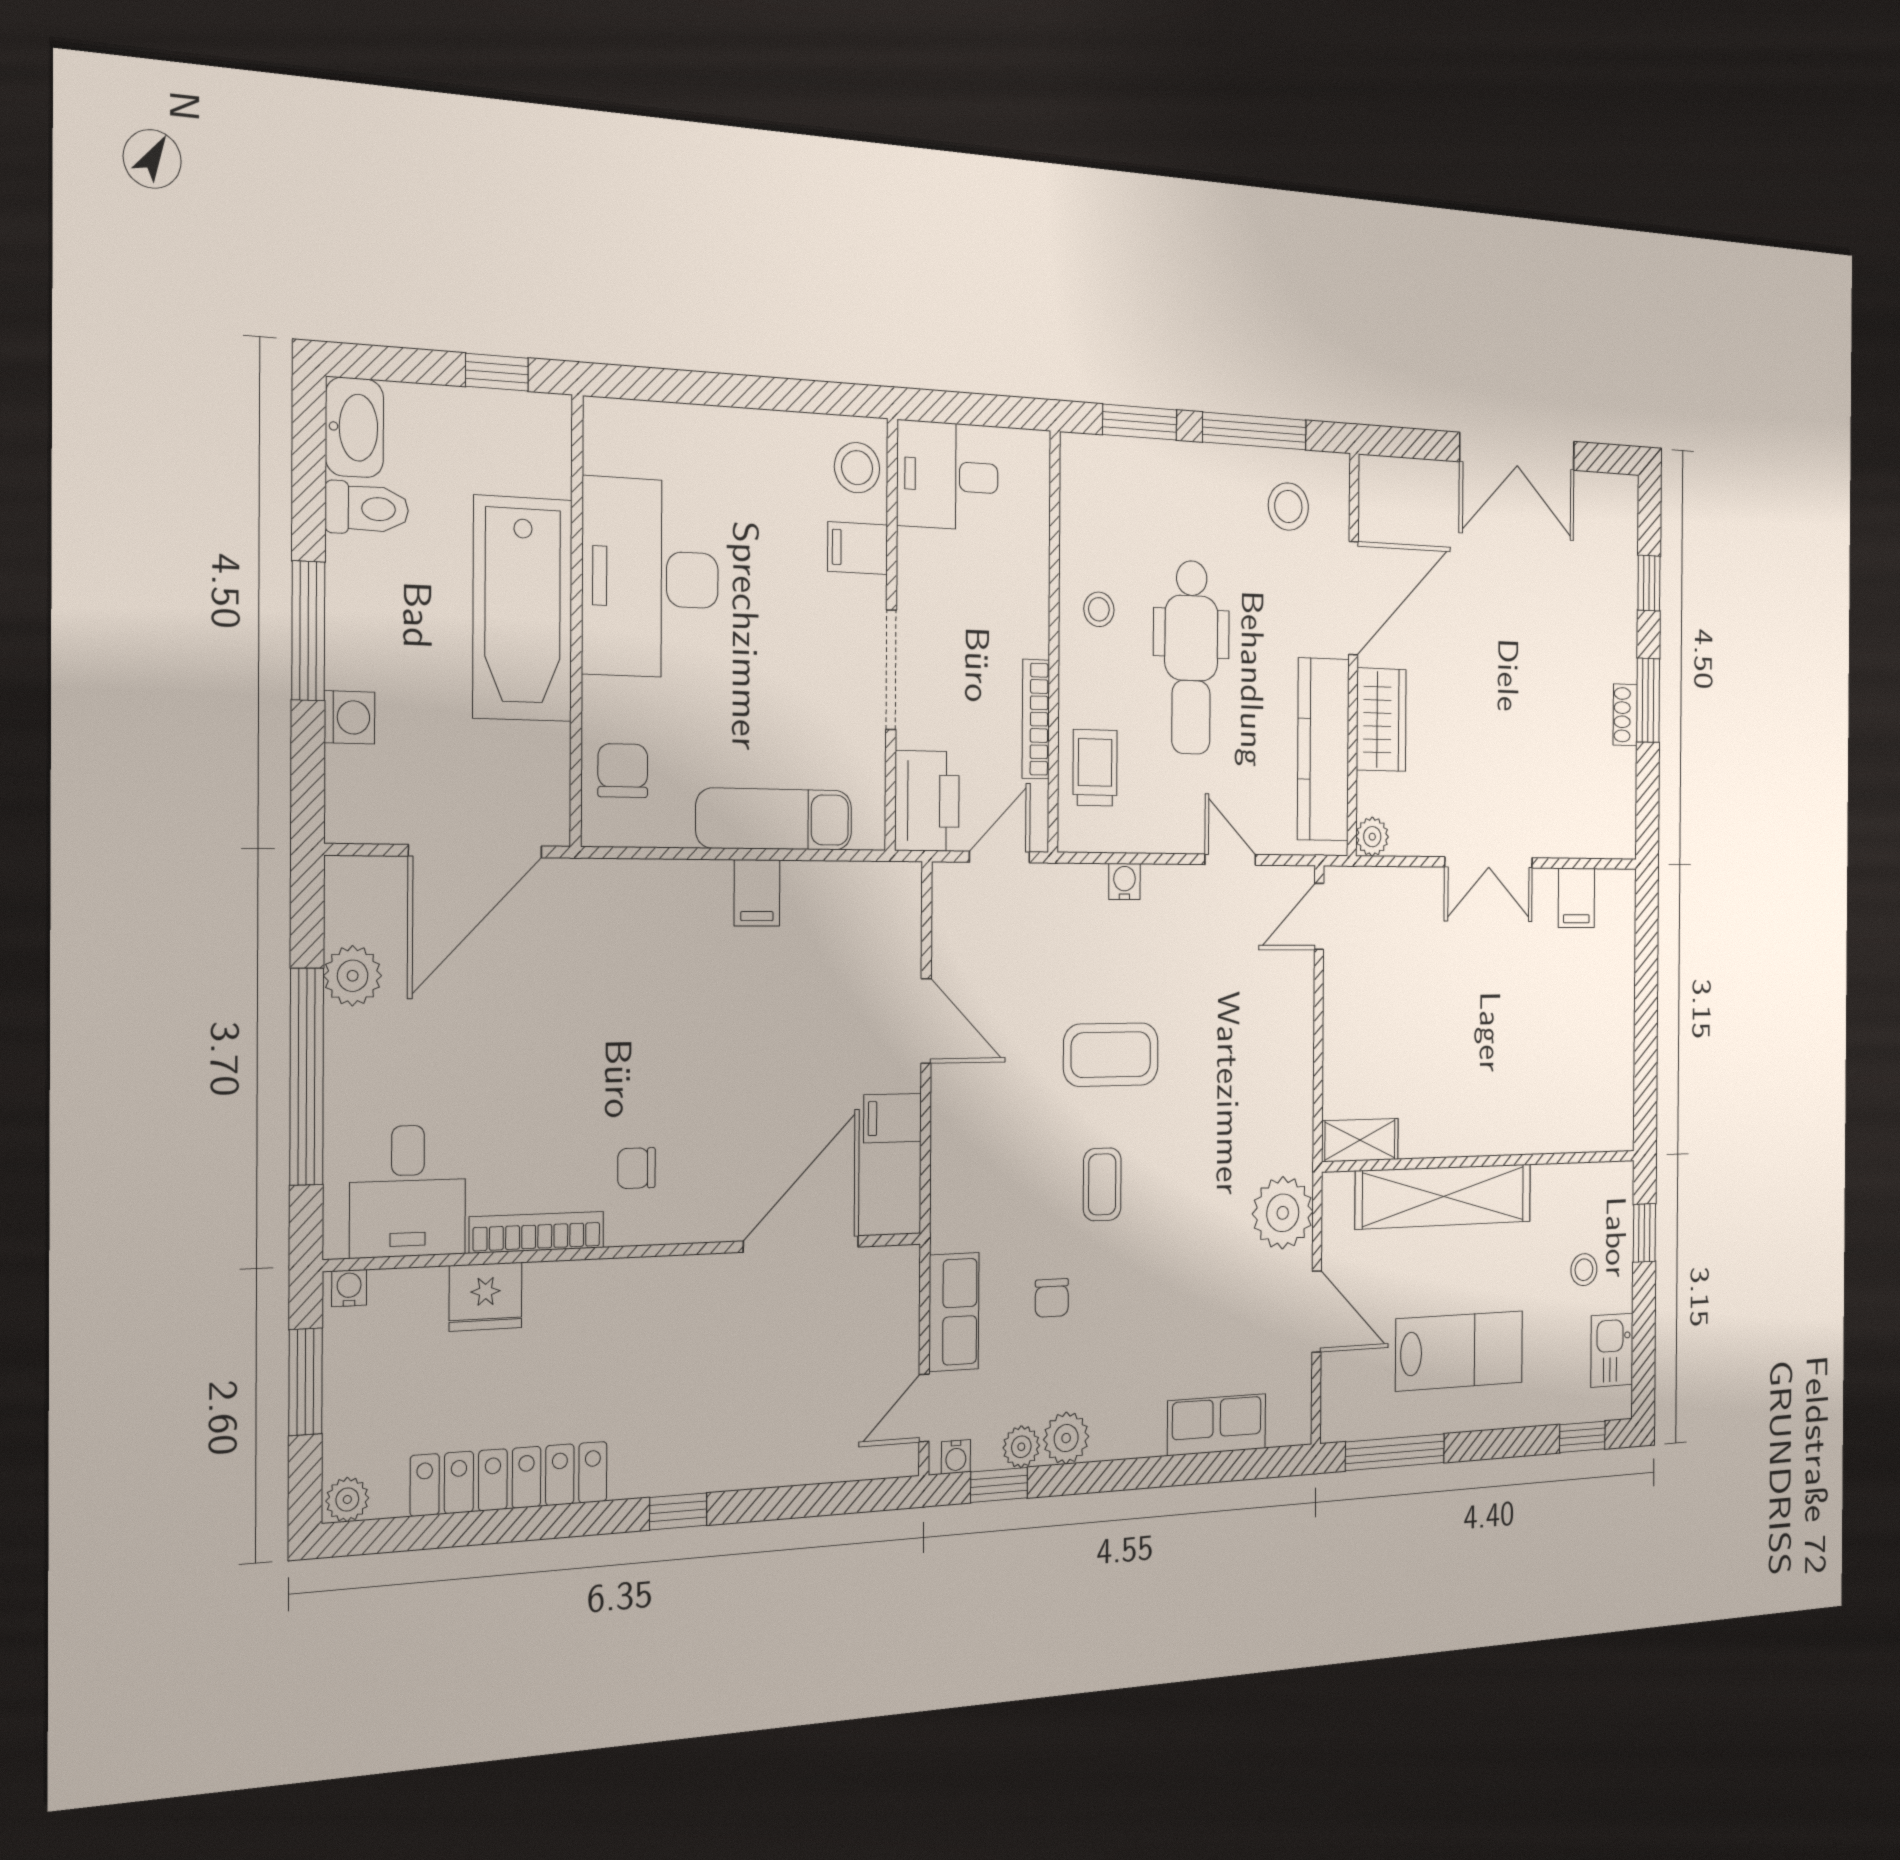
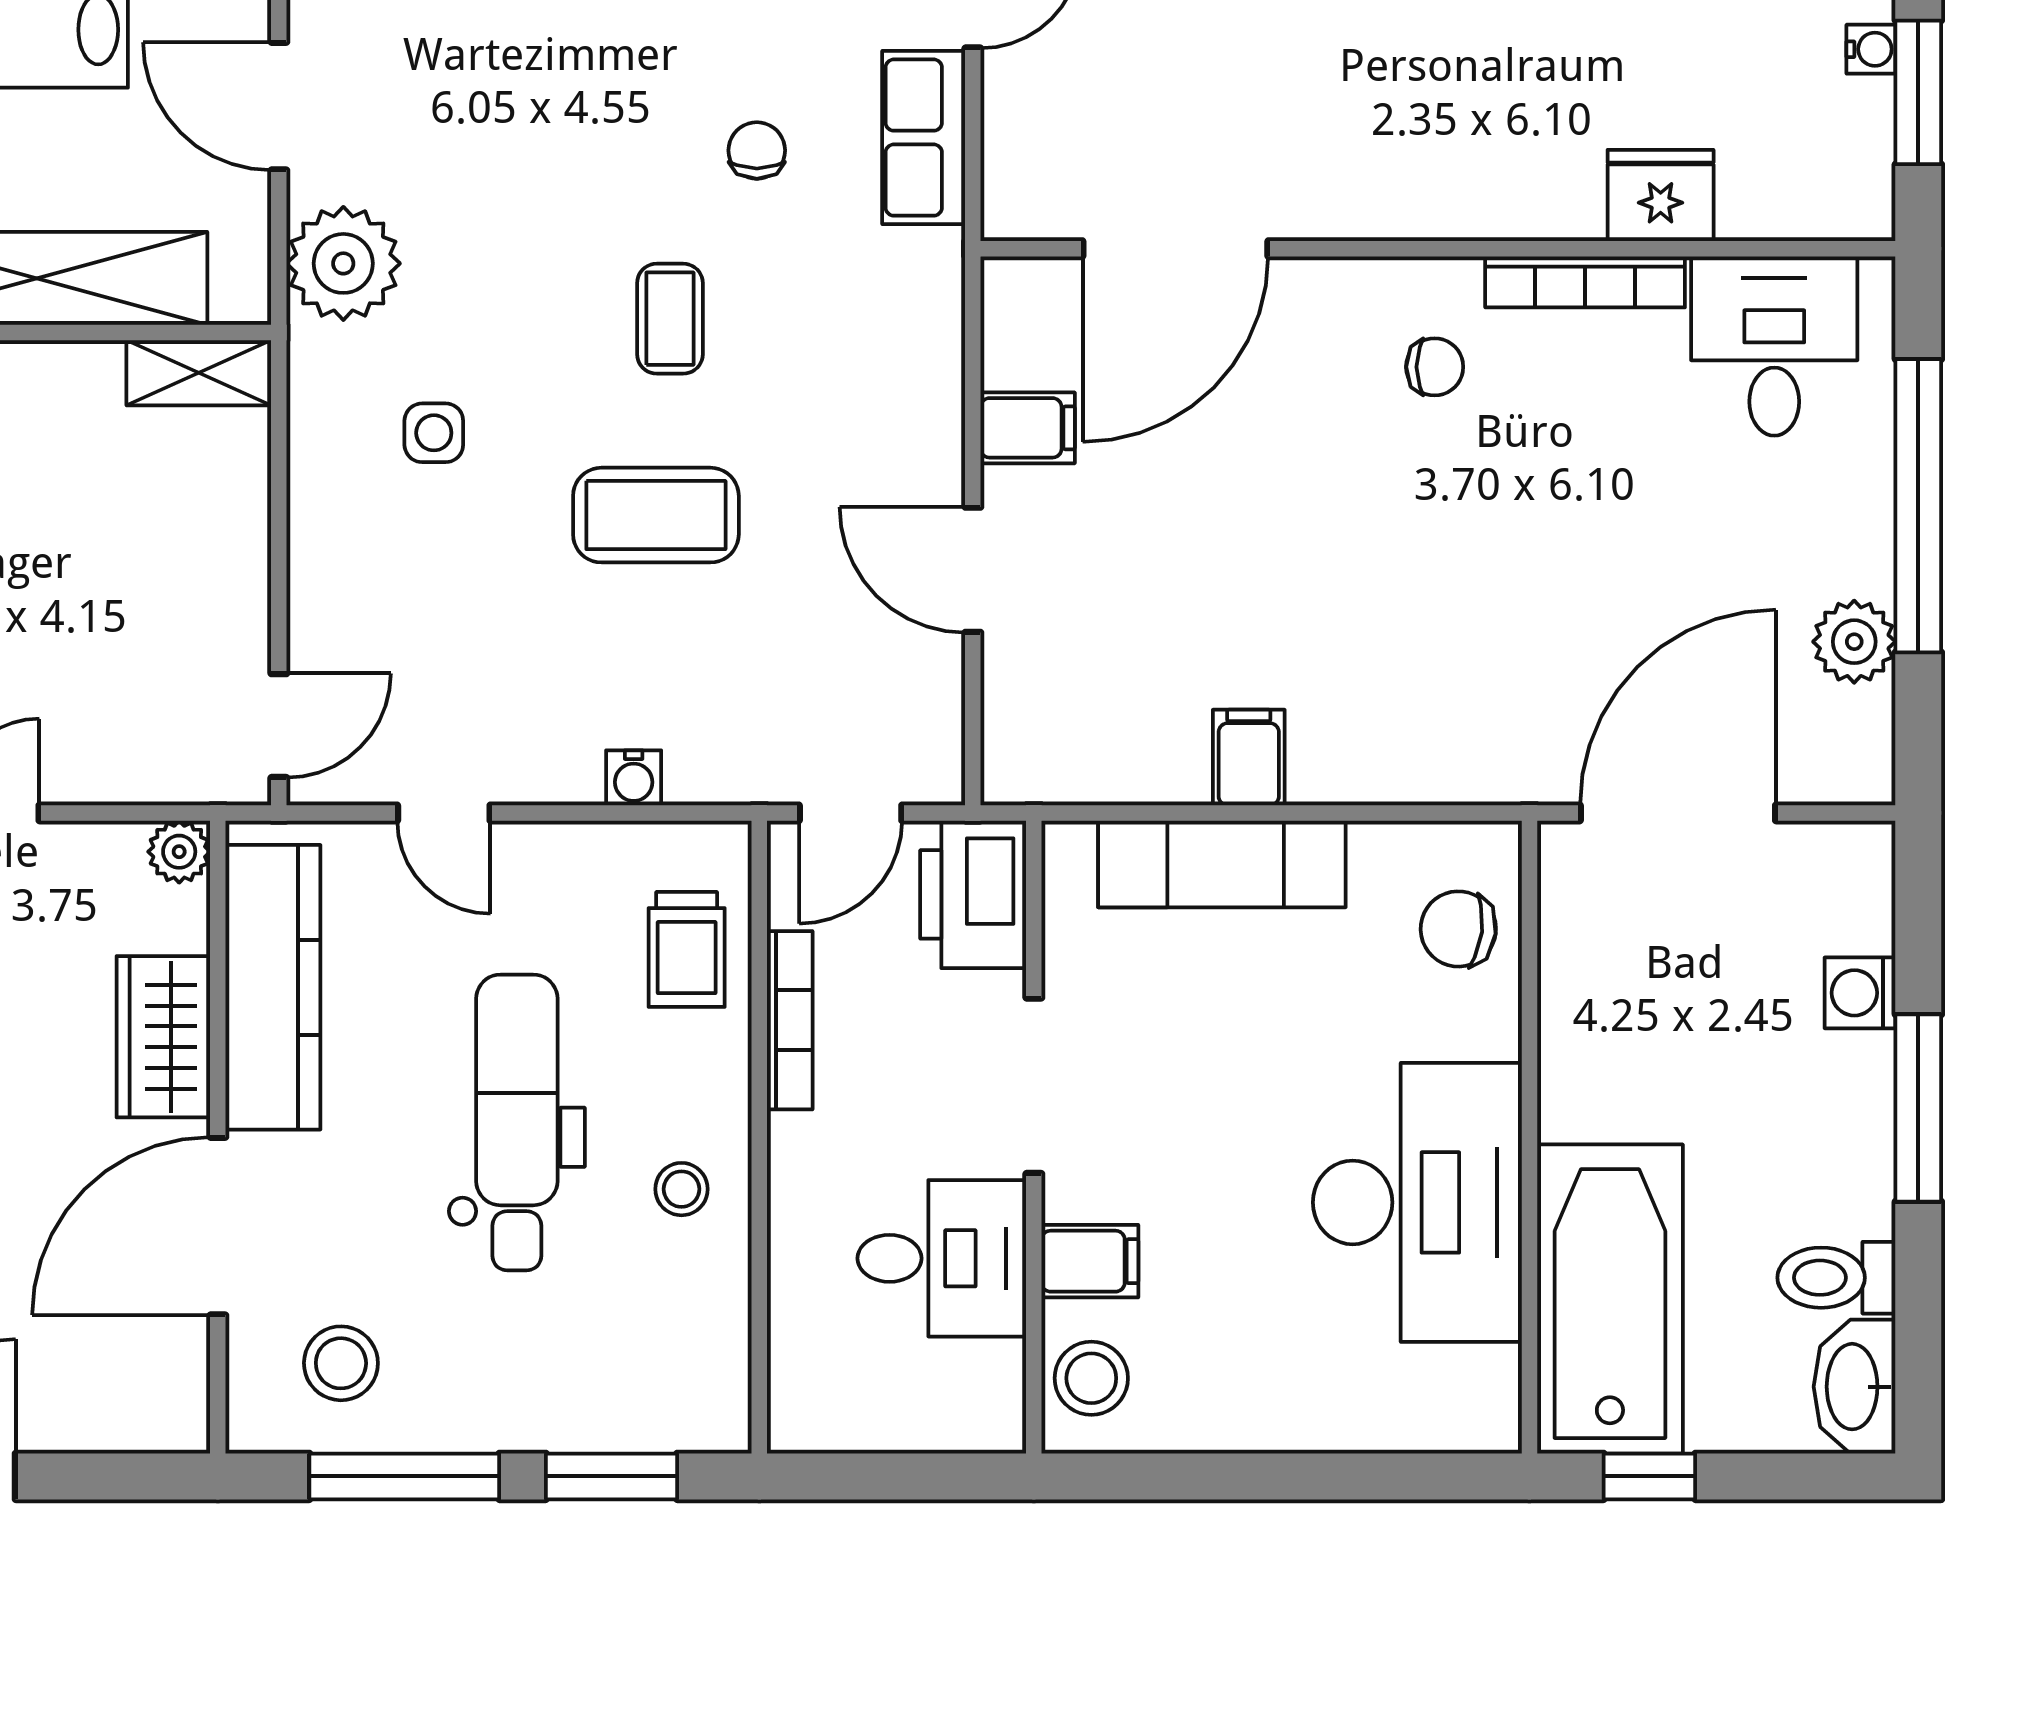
desk: (948, 476) -> (942, 1258), moved
bathtub: (523, 609) -> (1610, 1299), moved
chair: (623, 771) -> (1458, 929), turned 97
side table: (1234, 1106) -> (434, 433), added
water cooler: (349, 1288) -> (1871, 49), moved, turned -90

